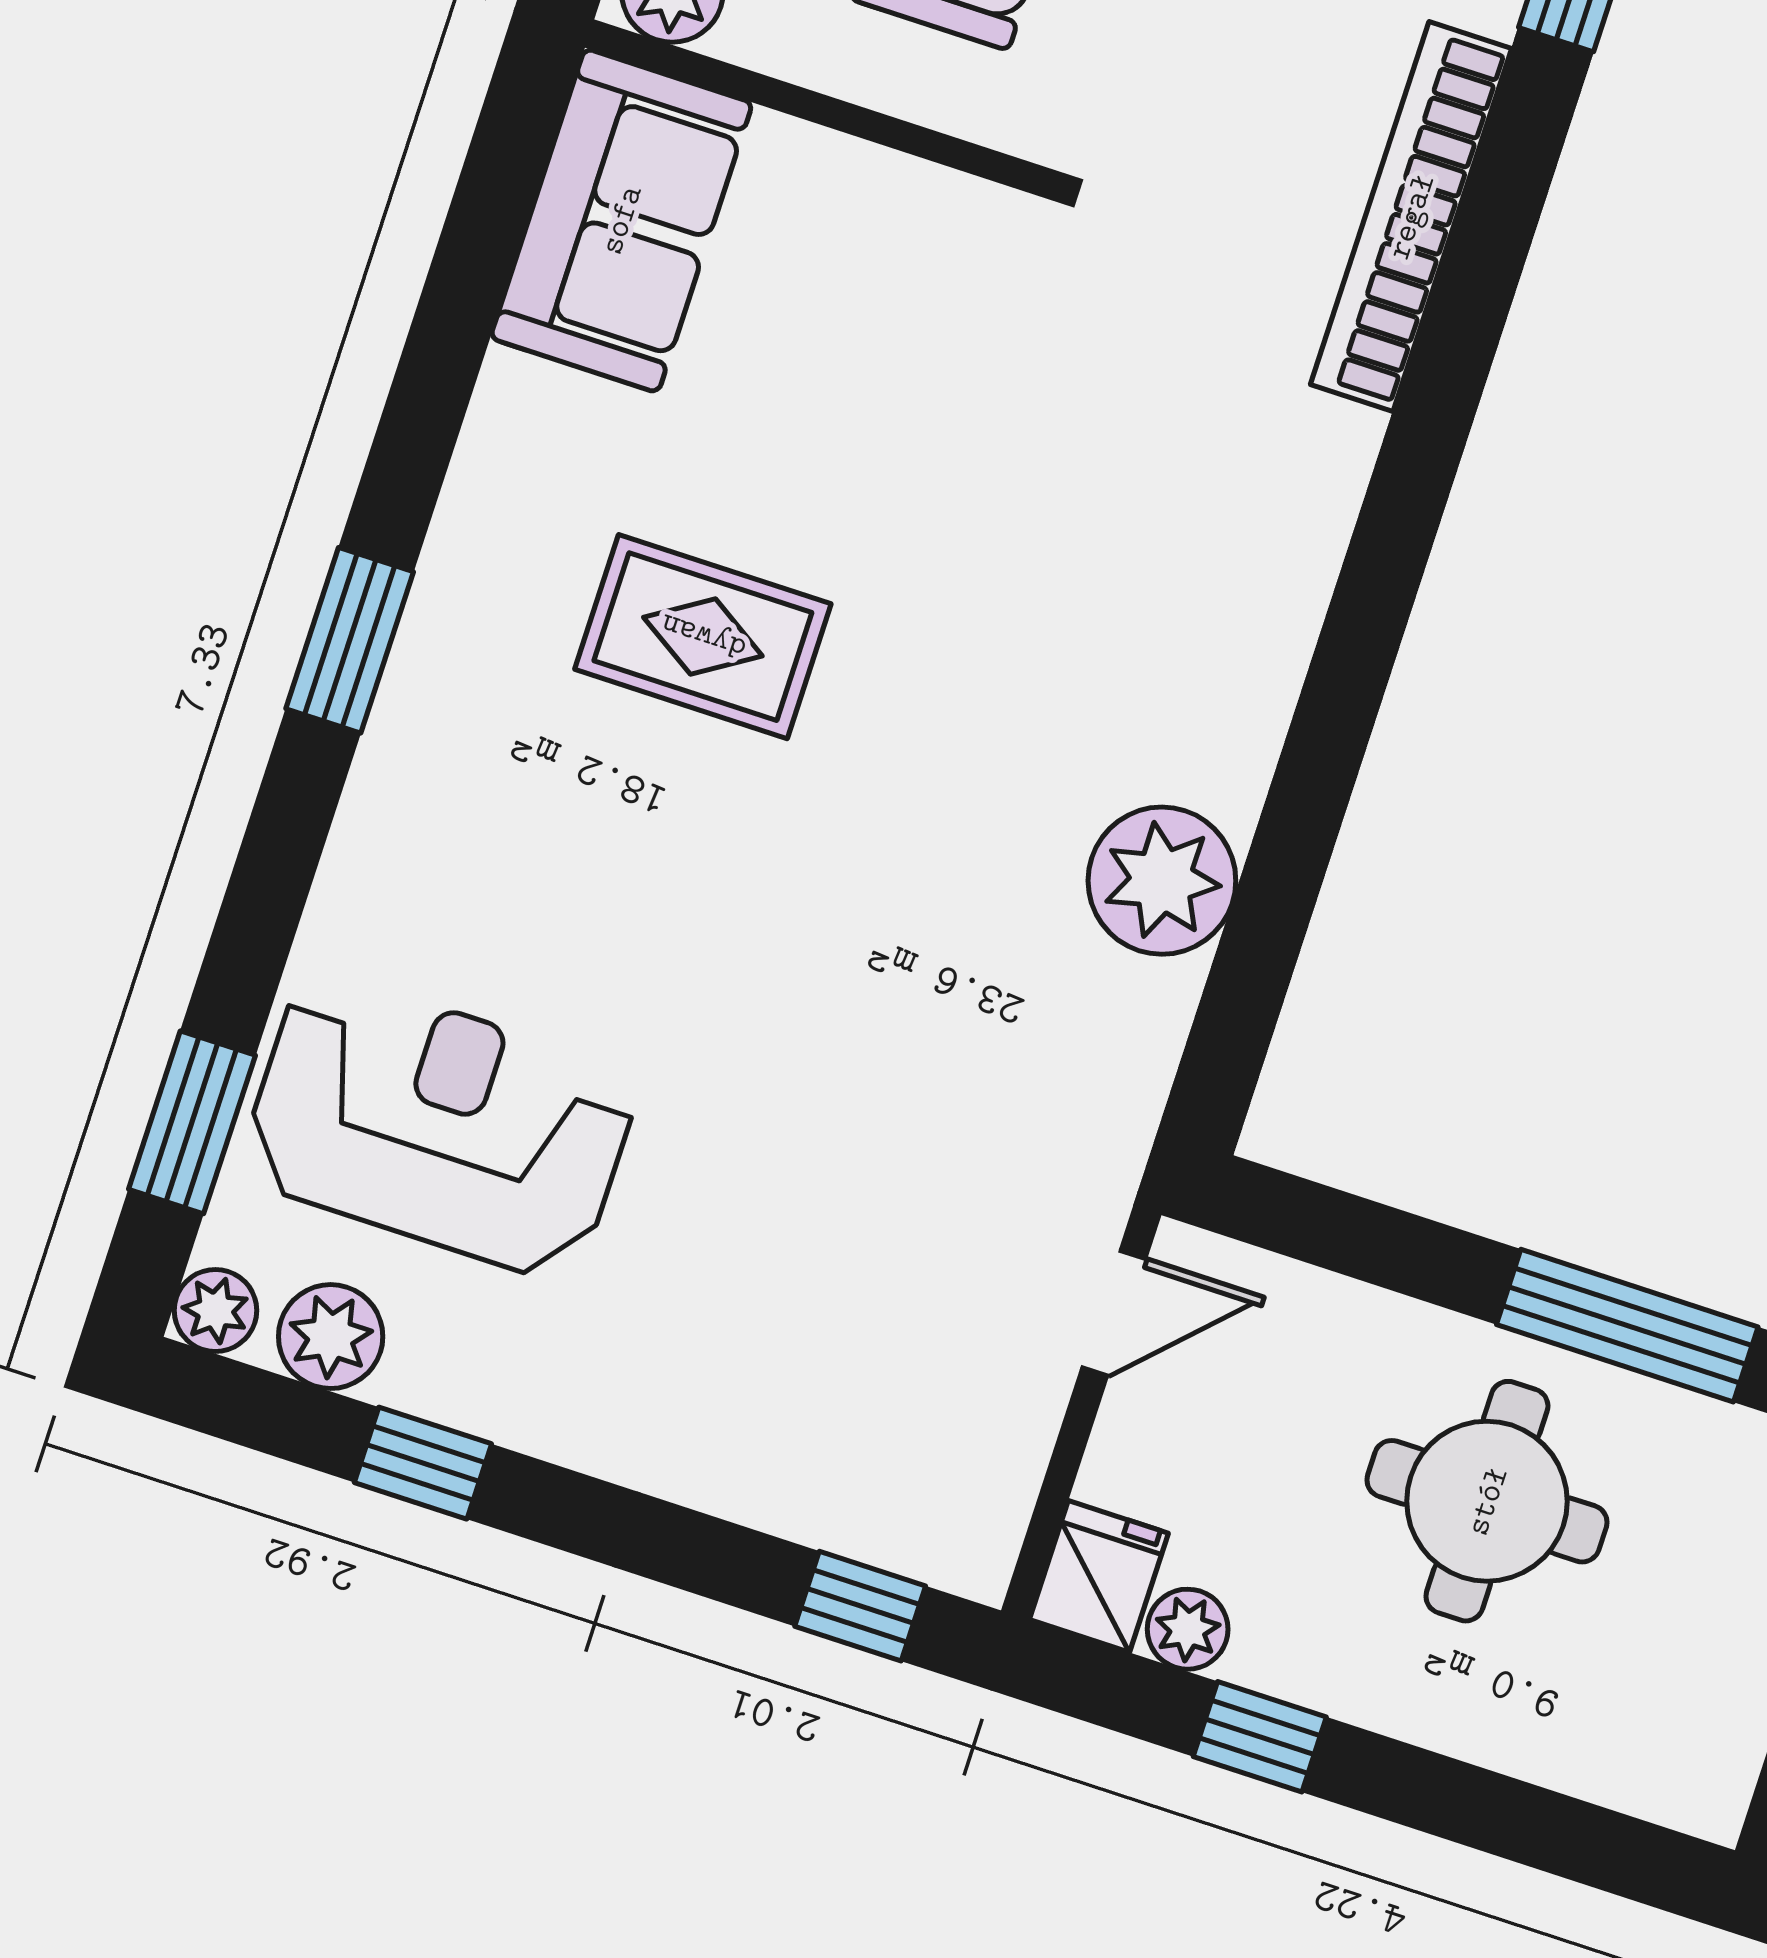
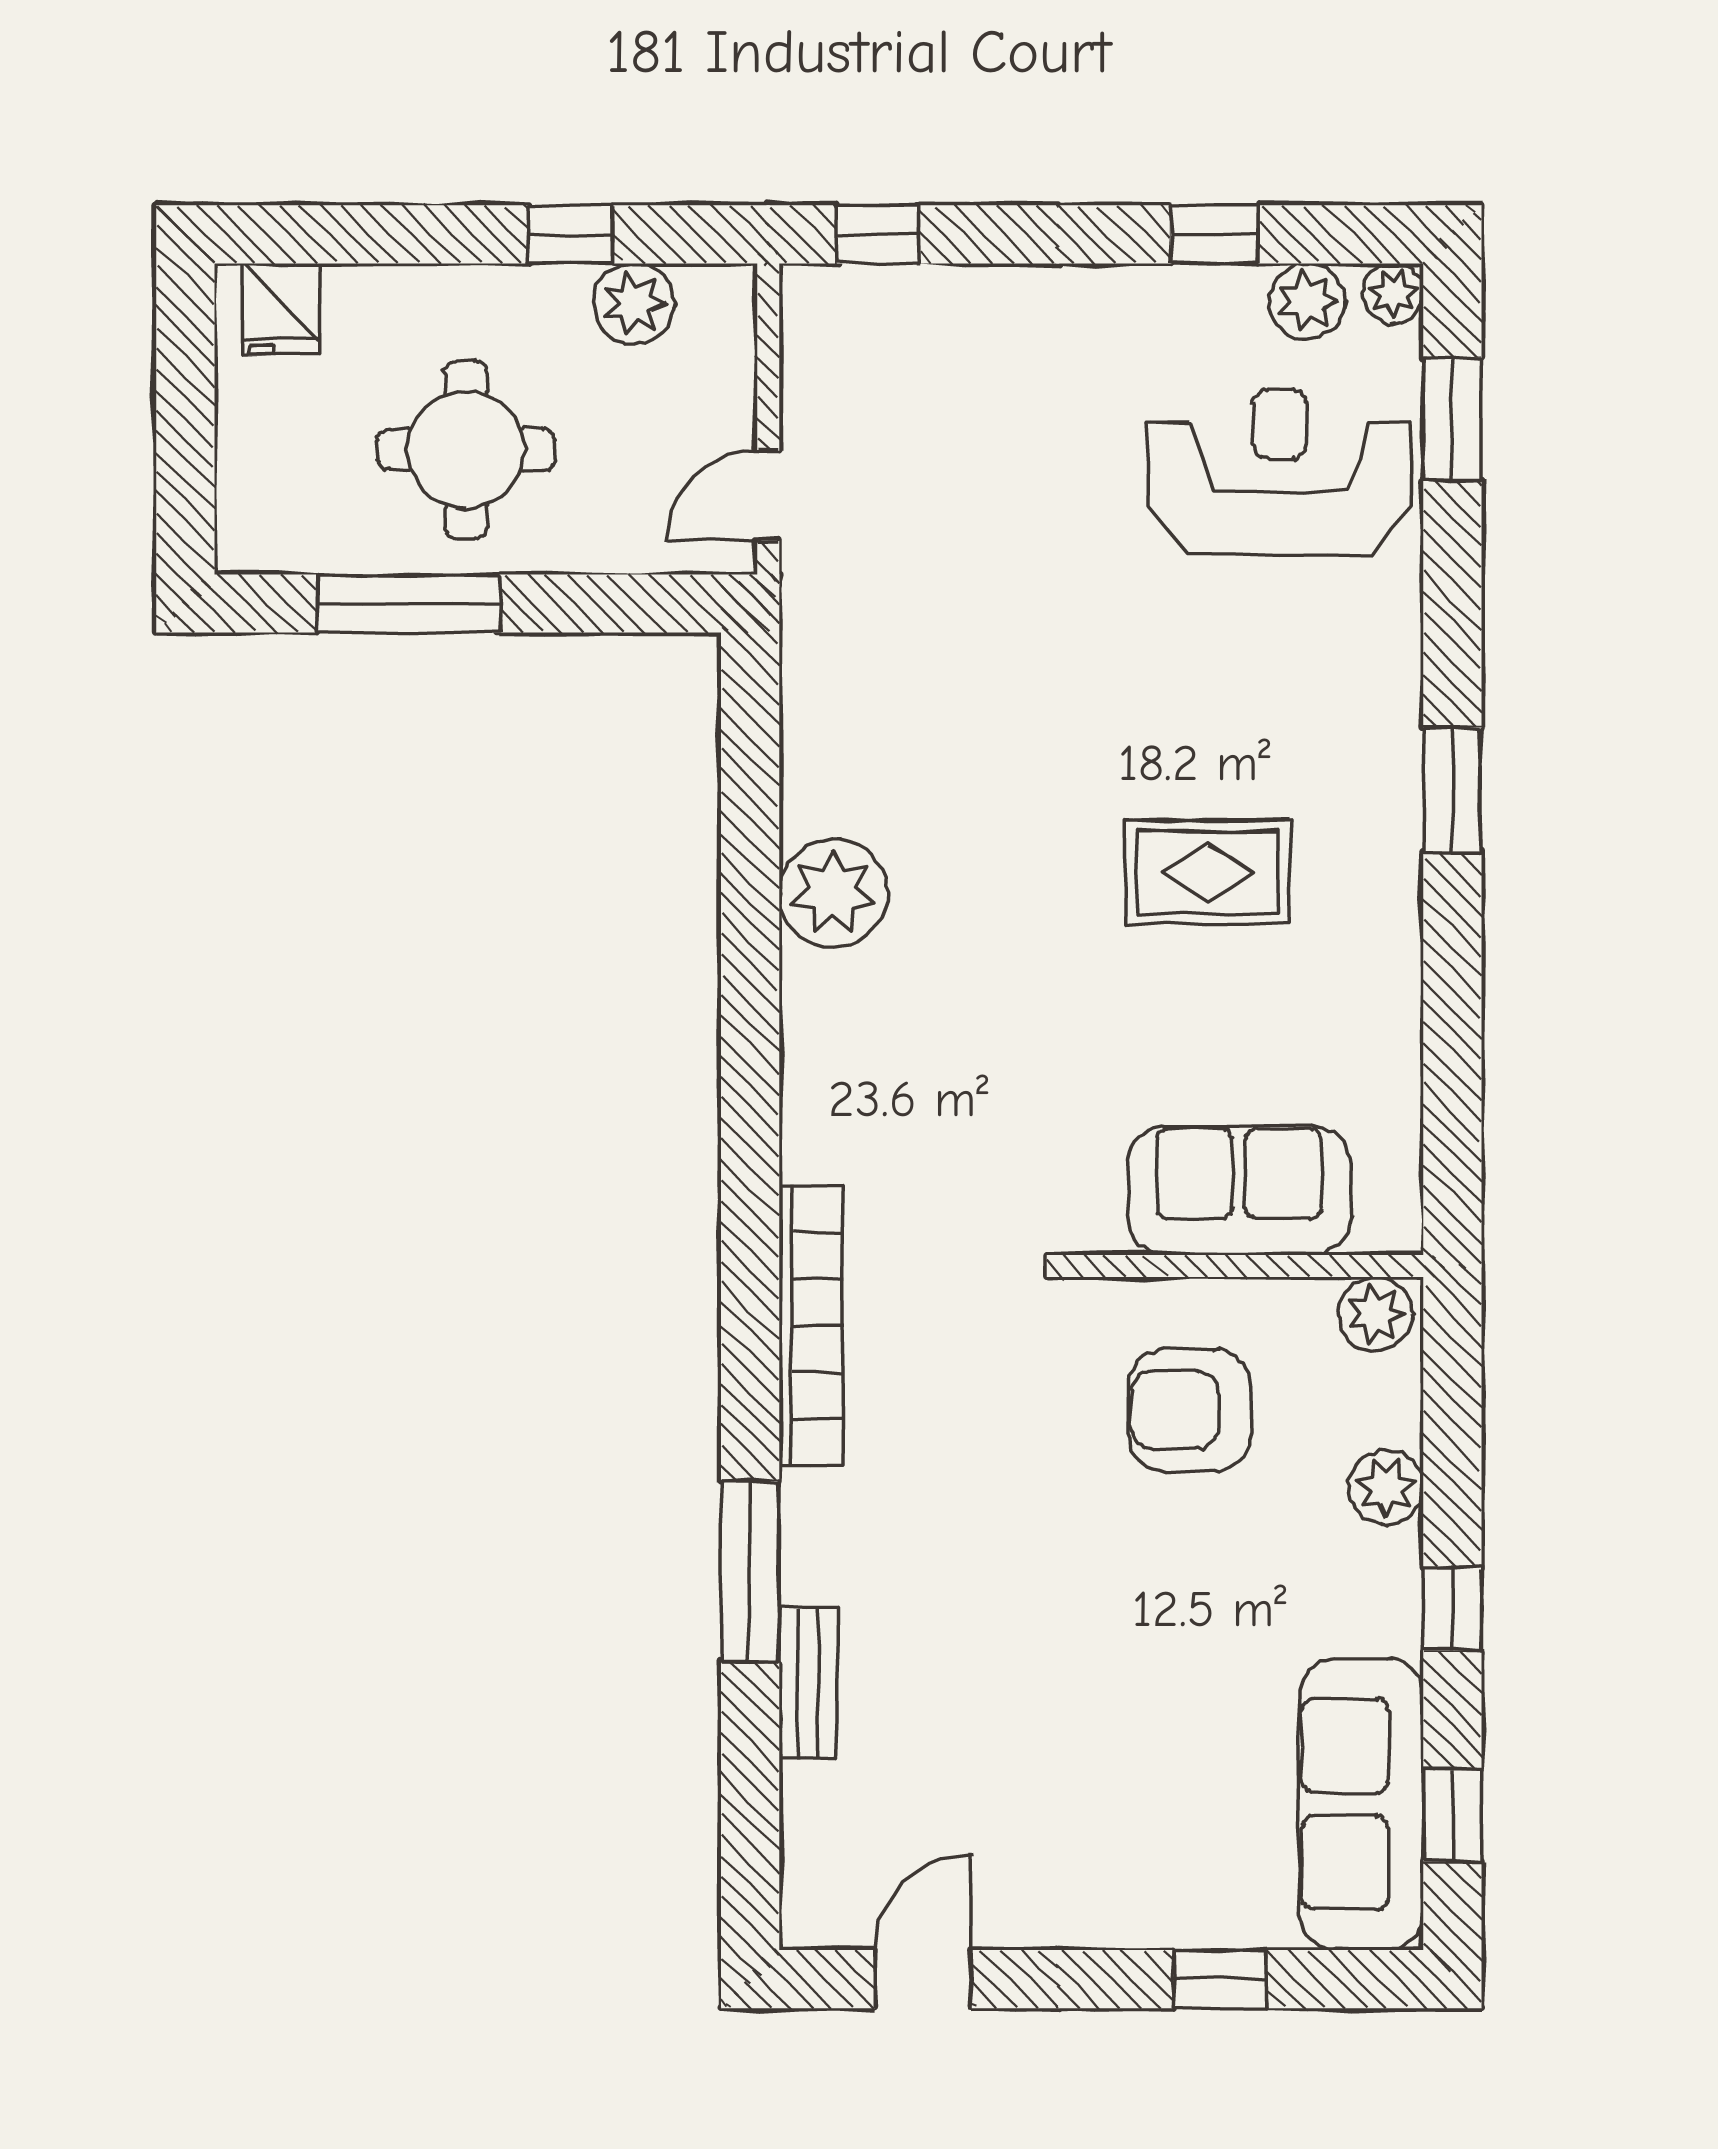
sofa: (621, 220) -> (1239, 1190), moved, turned 90
plant: (1162, 881) -> (833, 893), moved
reception desk: (439, 1126) -> (1280, 472), turned 180
fridge: (1099, 1576) -> (281, 309), moved
plant: (1188, 1629) -> (634, 304), width x1.38, depth x1.38

